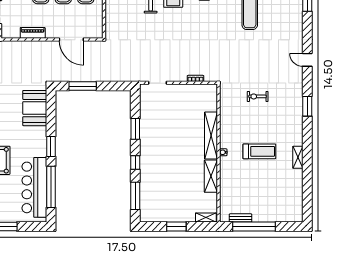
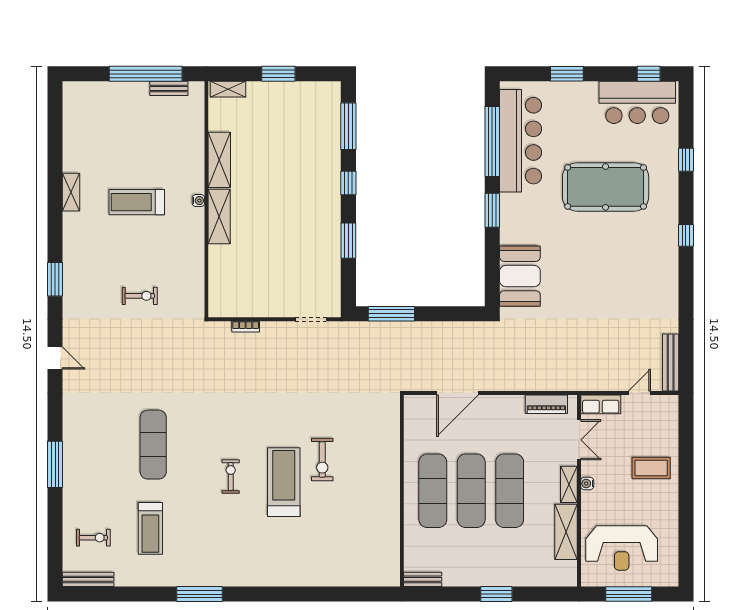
piano: (33, 33) -> (546, 404), moved
door: (71, 40) -> (457, 393), swing flipped
window: (83, 86) -> (391, 314), moved
shelving: (211, 136) -> (219, 216), width x0.68

